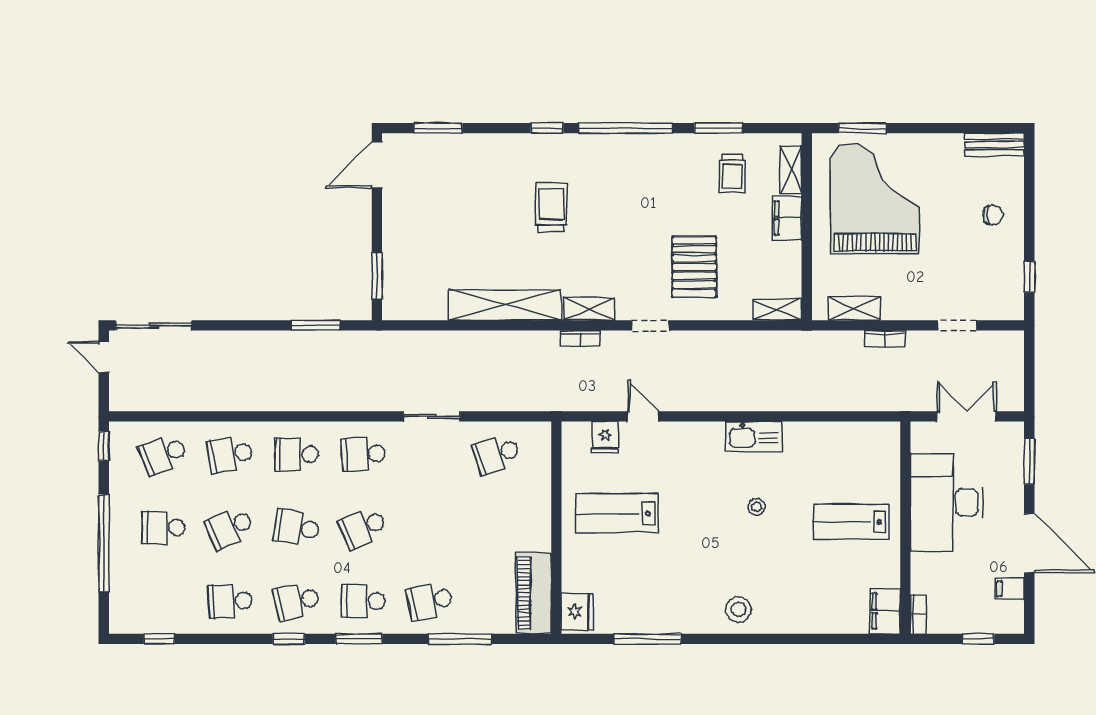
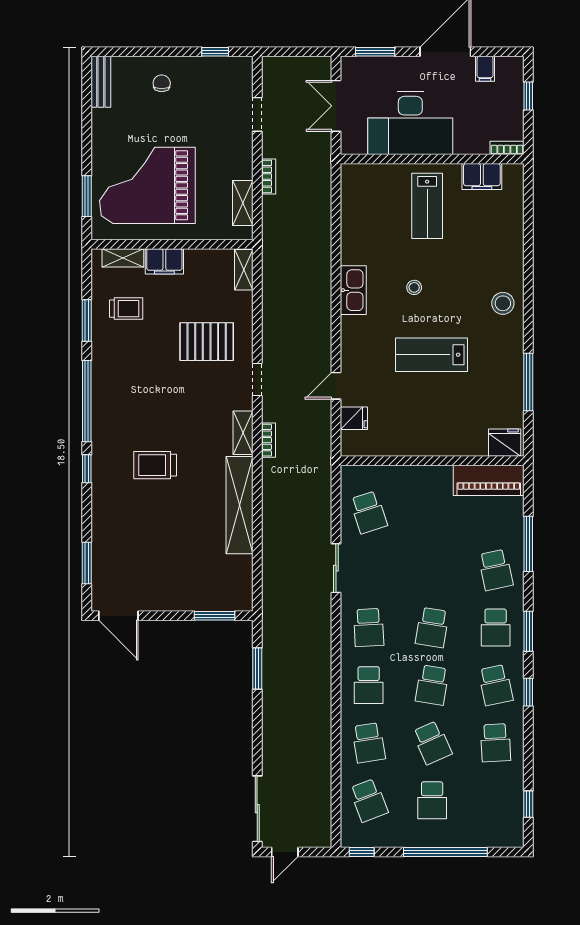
lab bench: (617, 513) -> (432, 355), moved, turned 90
school desk: (363, 528) -> (432, 627), turned 33
filing cabinet: (885, 611) -> (482, 176), moved

